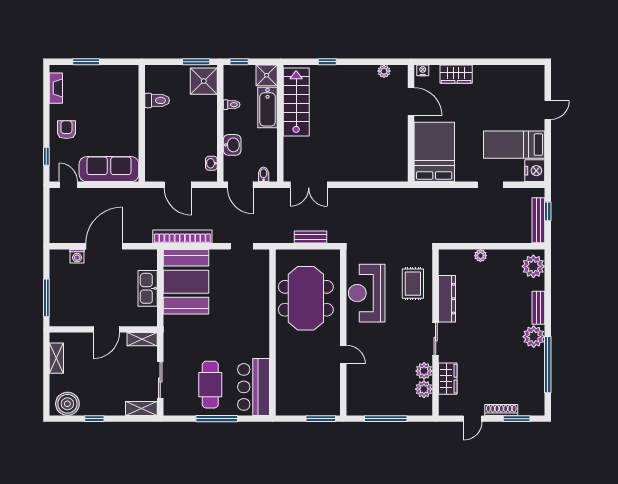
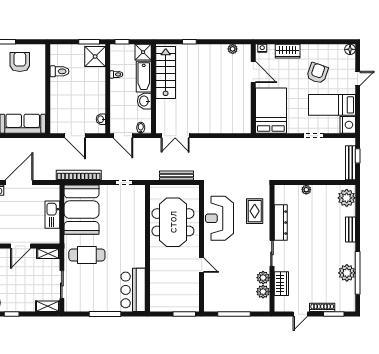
floor lamp: (538, 72) -> (350, 49), added
armchair: (105, 88) -> (20, 62), added
armchair: (495, 103) -> (317, 73), added
washbasin: (232, 145) -> (144, 101), moved, turned 180
bench: (310, 237) -> (176, 176), width x1.36
plant: (534, 337) -> (347, 273), moved
cafe table: (210, 385) -> (87, 255), moved, turned 90

